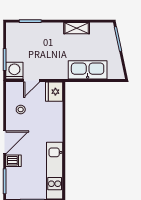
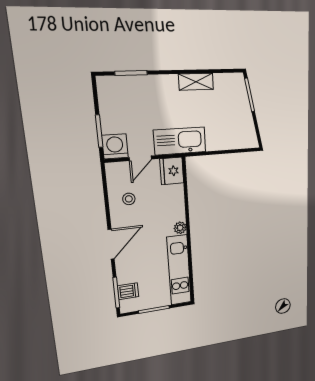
kitchen sink: (88, 70) -> (180, 141), moved
plant: (58, 136) -> (180, 228), added
dishwasher: (13, 161) -> (128, 291), moved

